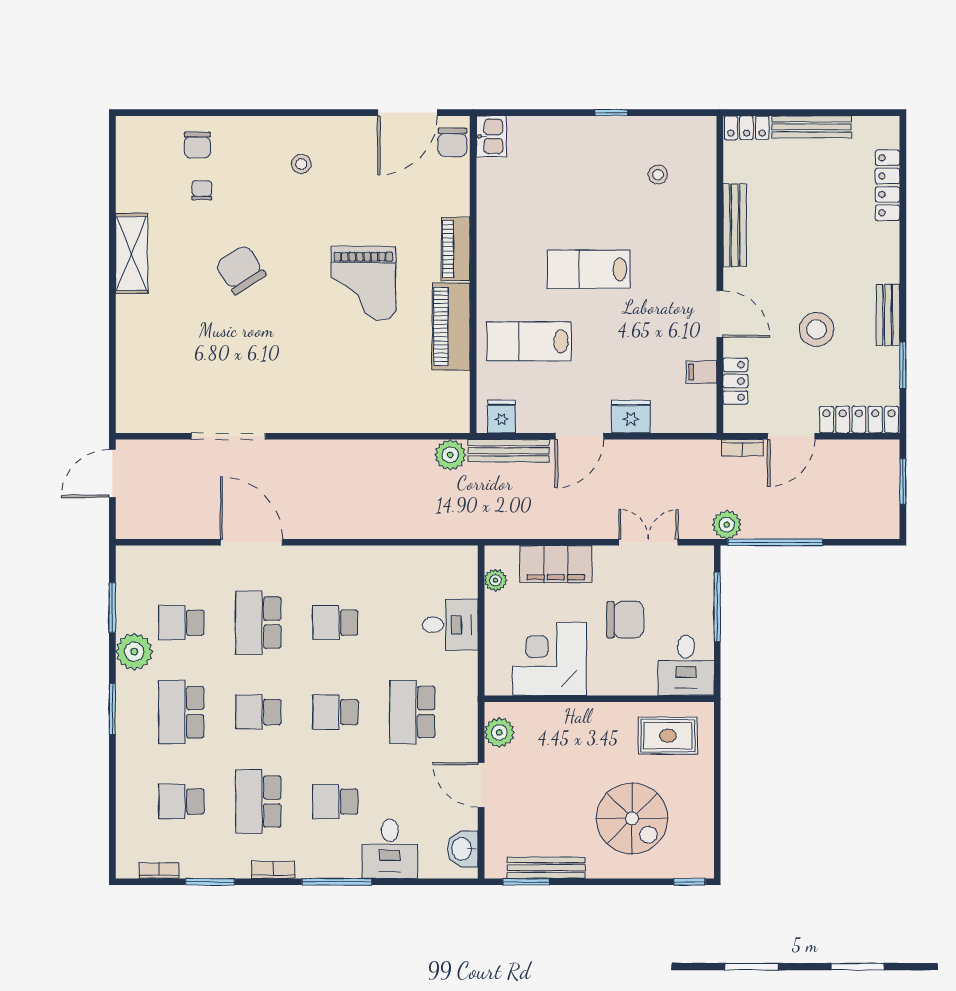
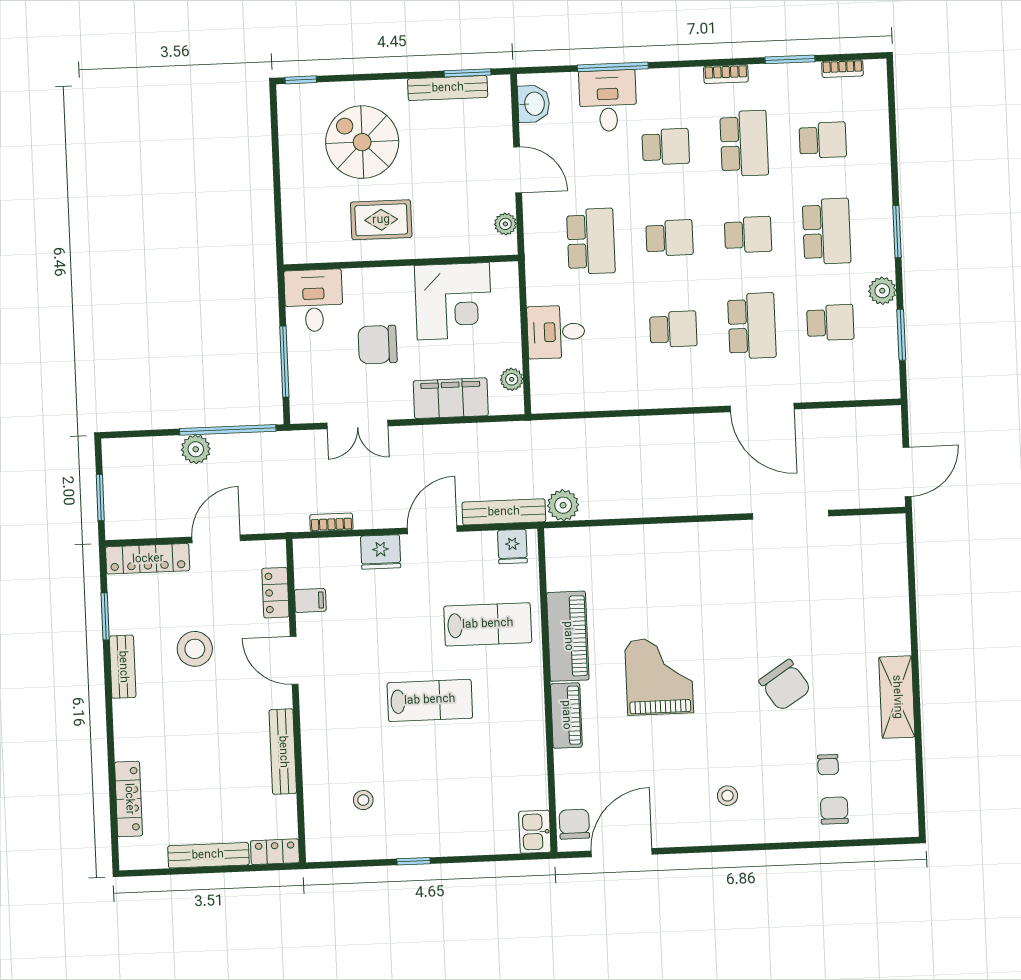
bookcase: (742, 448) -> (331, 522), moved
plant: (727, 525) -> (196, 449), moved
plant: (134, 652) -> (882, 291), width x0.73, depth x0.73
plant: (499, 732) -> (505, 224), width x0.73, depth x0.73
rug: (668, 736) -> (381, 220), moved
window: (337, 882) -> (613, 67), moved

